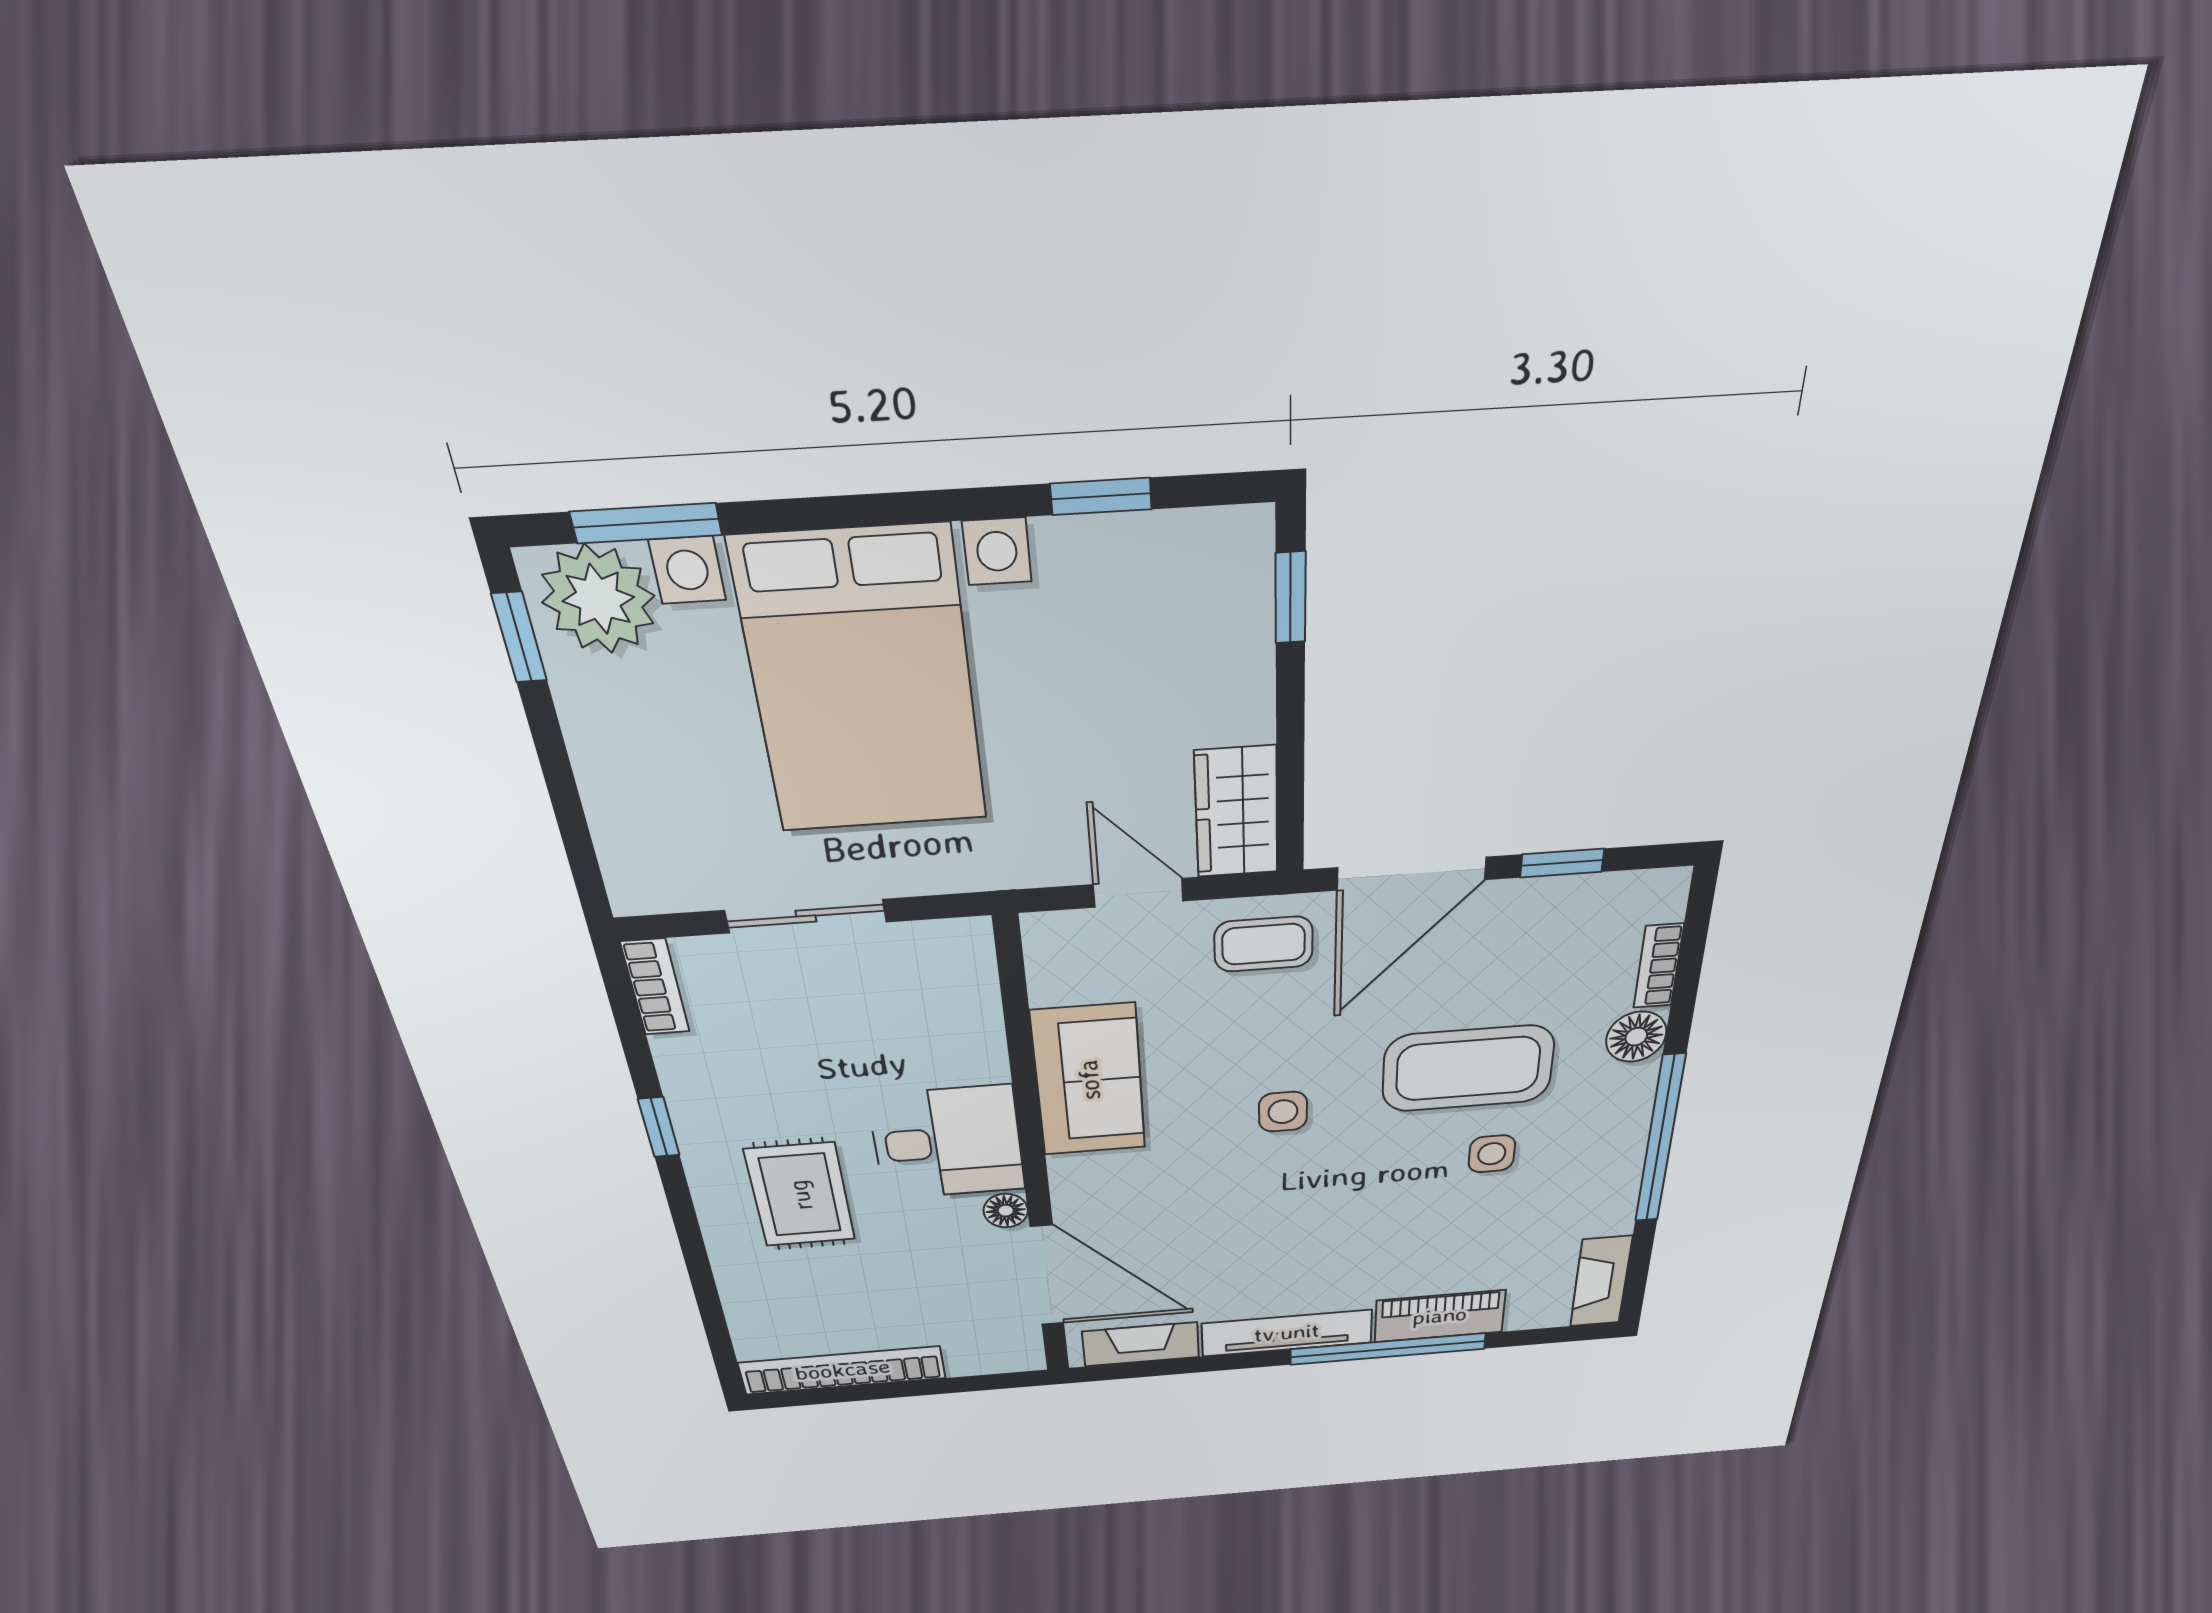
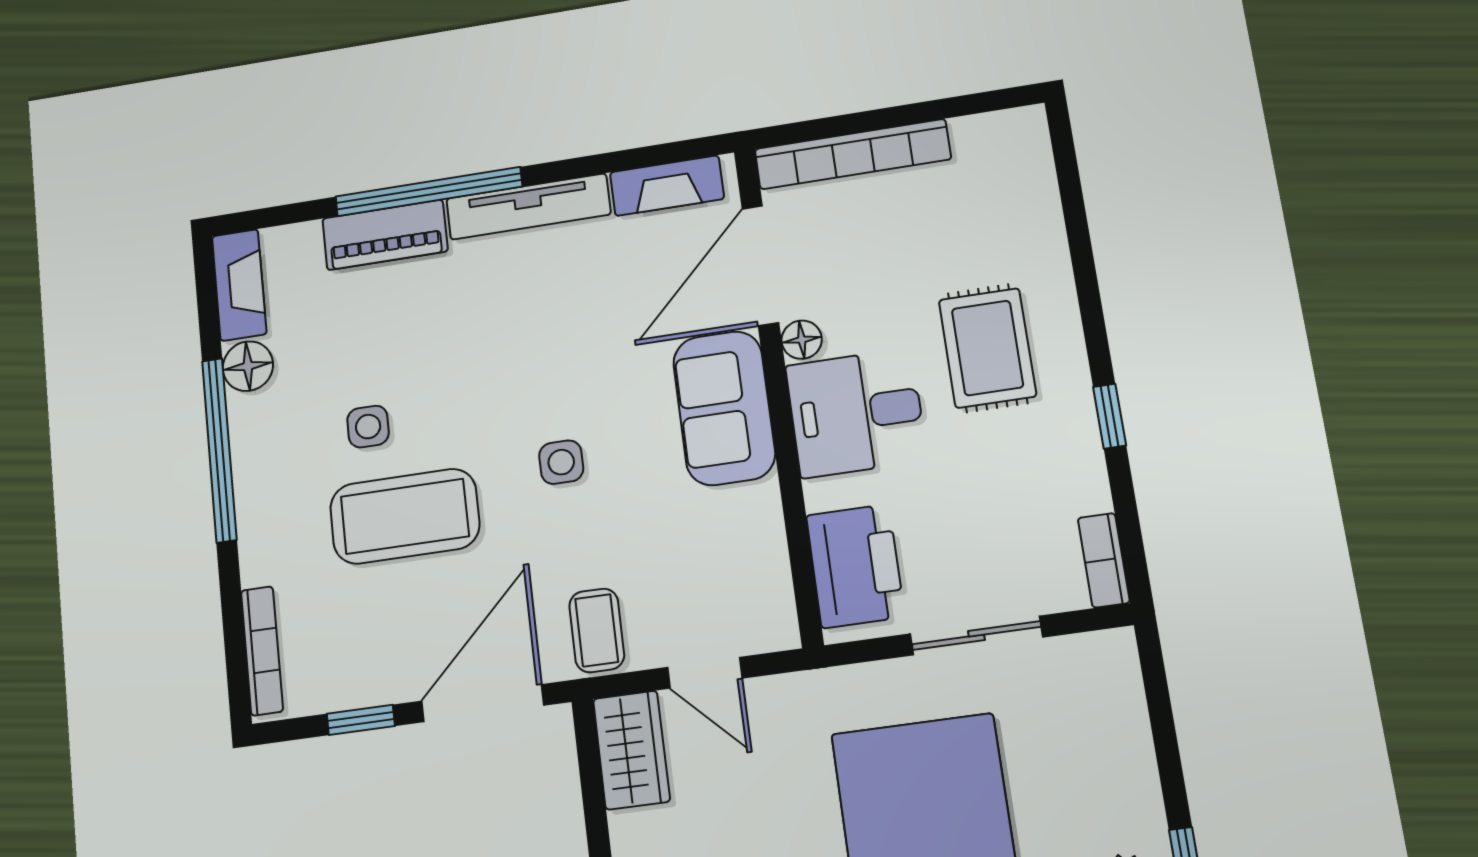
coffee table: (1264, 944) -> (597, 630), turned 90
bookcase: (1659, 966) -> (262, 651), width x1.56
printer: (952, 995) -> (855, 566), added
floor lamp: (1636, 1037) -> (248, 366), moved
sofa: (1089, 1080) -> (724, 408), moved
door: (1047, 1276) -> (760, 266), hinge flipped
bookcase: (843, 1370) -> (853, 154), moved

